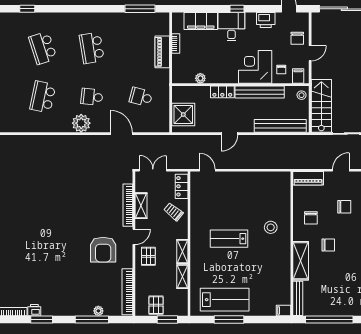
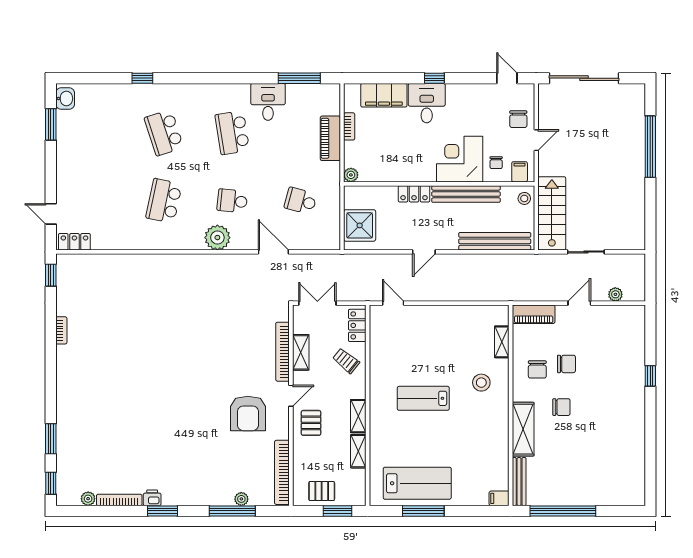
printer: (266, 20) -> (475, 94), removed
desk: (118, 26) -> (268, 102), added
plant: (200, 78) -> (351, 175), moved
shelving: (285, 198) -> (502, 342), added
chair: (344, 207) -> (566, 364), moved
pallet: (156, 305) -> (322, 491), turned 90

